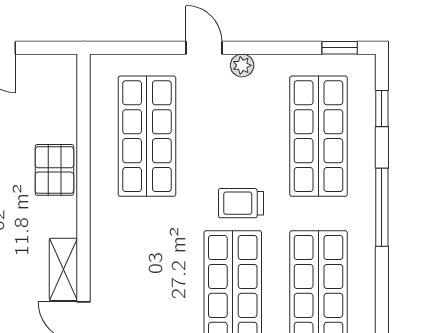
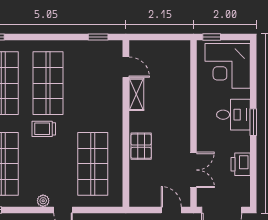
trolley: (241, 203) -> (44, 129), turned 180

